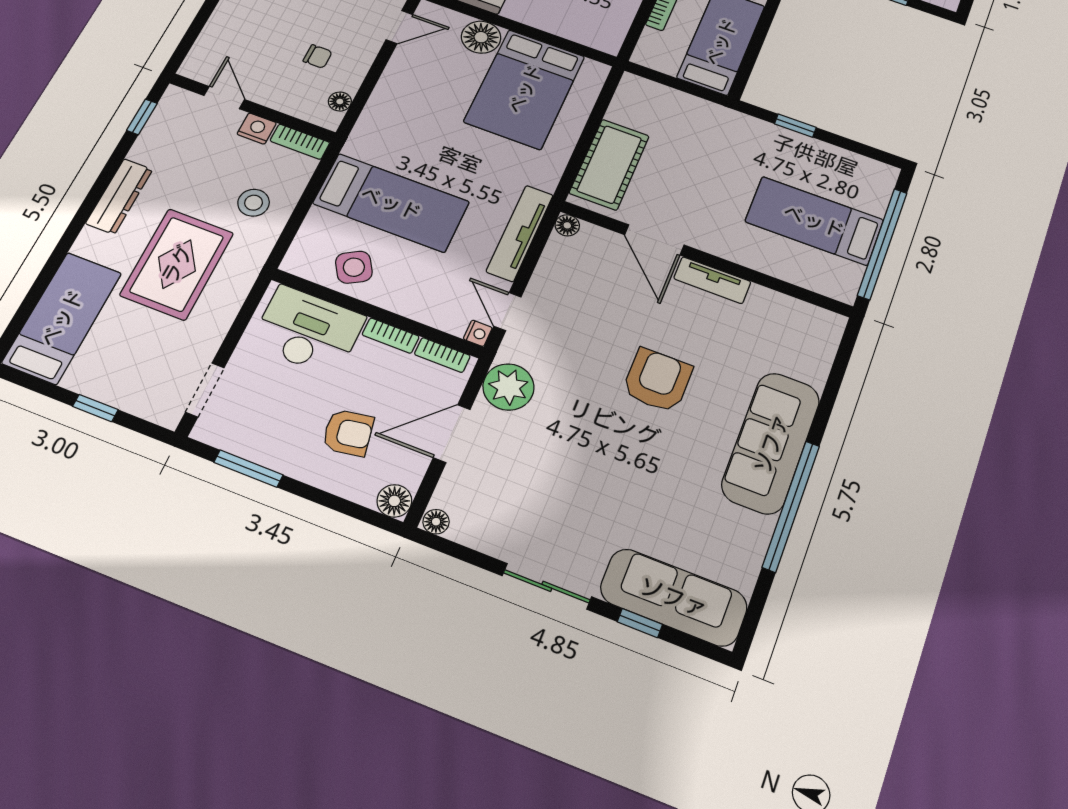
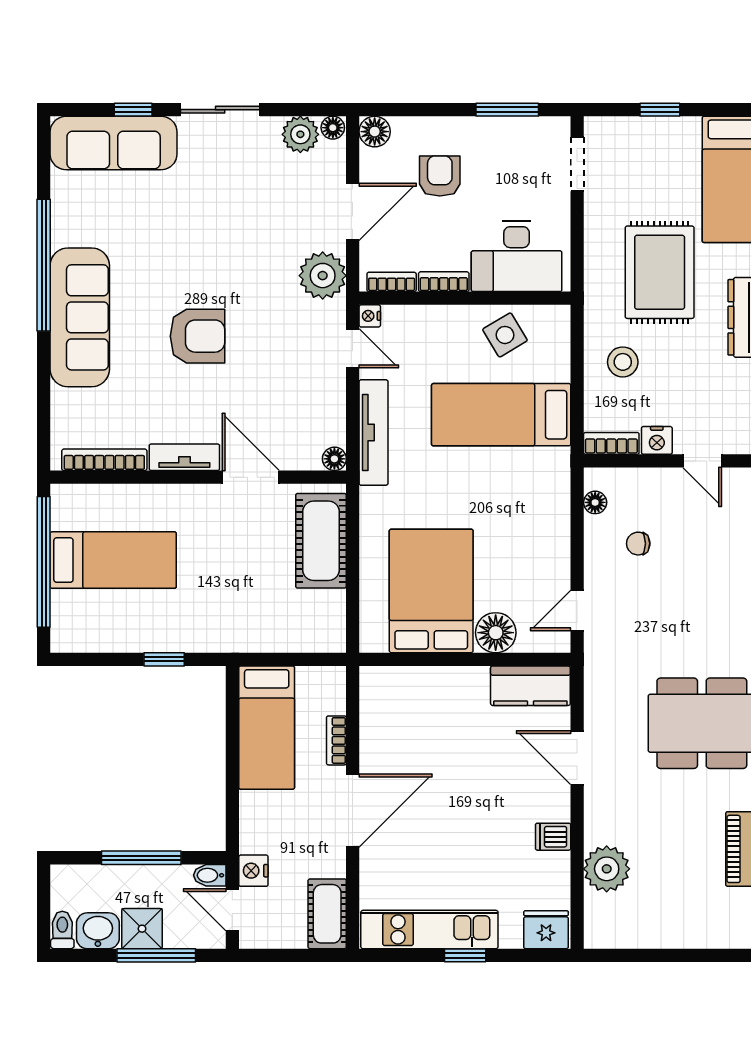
bookcase: (792, 307) -> (104, 460), added
armchair: (657, 380) -> (198, 336), turned -90
armchair: (348, 433) -> (440, 176), turned 100
plant: (473, 528) -> (300, 134), added

